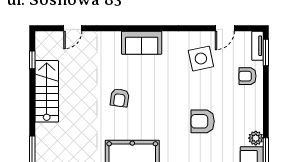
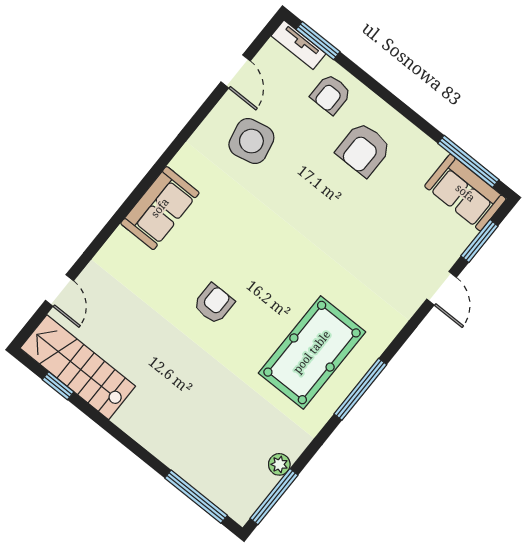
stairs: (47, 91) -> (78, 367), moved
armchair: (120, 98) -> (214, 304), turned -98
armchair: (203, 121) -> (364, 149), moved
plant: (256, 138) -> (430, 154), removed

